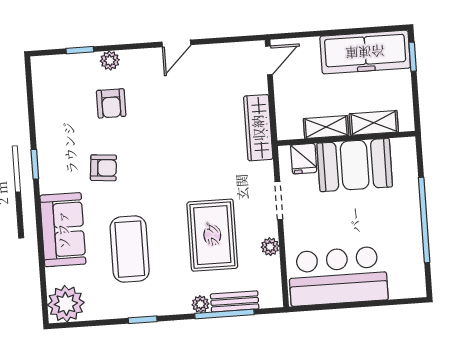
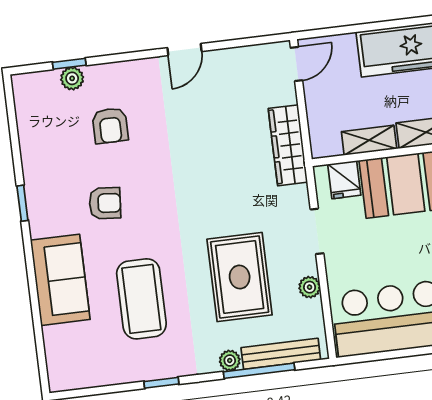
plant: (110, 61) -> (72, 78), moved
bench: (235, 301) -> (281, 354), width x1.36
plant: (66, 304) -> (68, 368), removed

